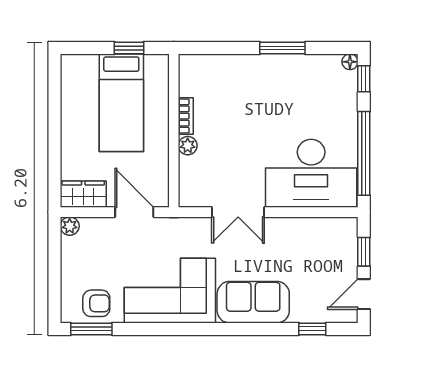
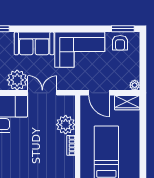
plant: (188, 146) -> (66, 125), width x1.87, depth x1.87
plant: (284, 235) -> (17, 80), added
armchair: (96, 303) -> (120, 43), turned -90

